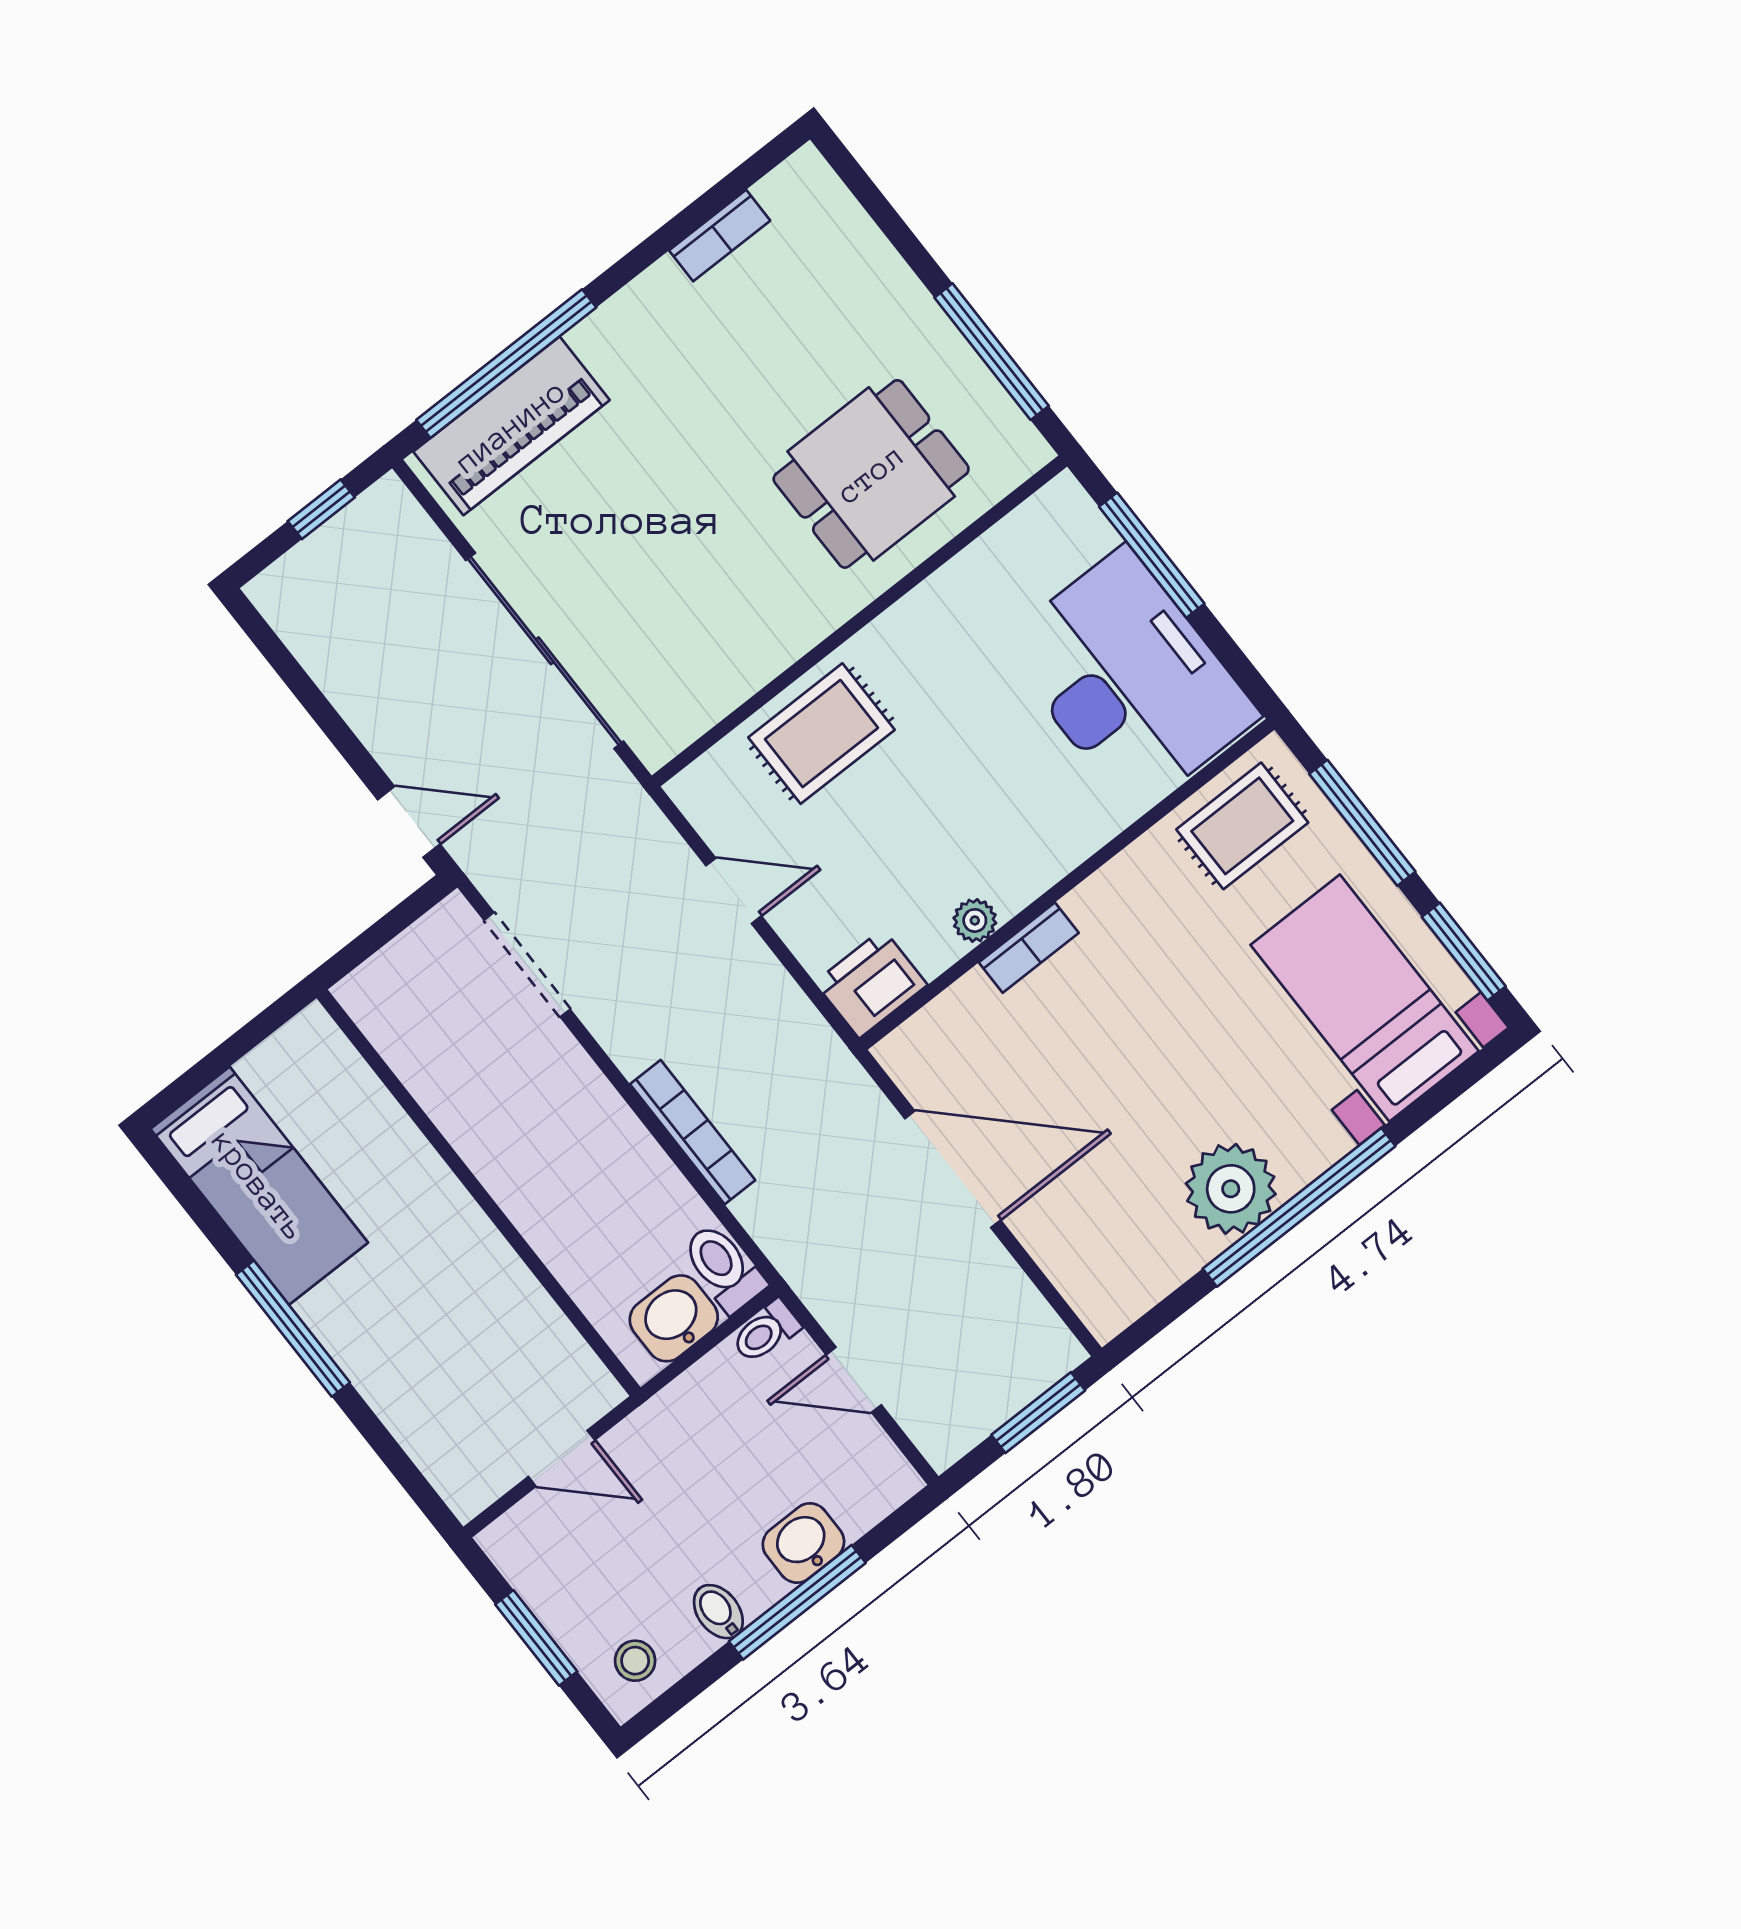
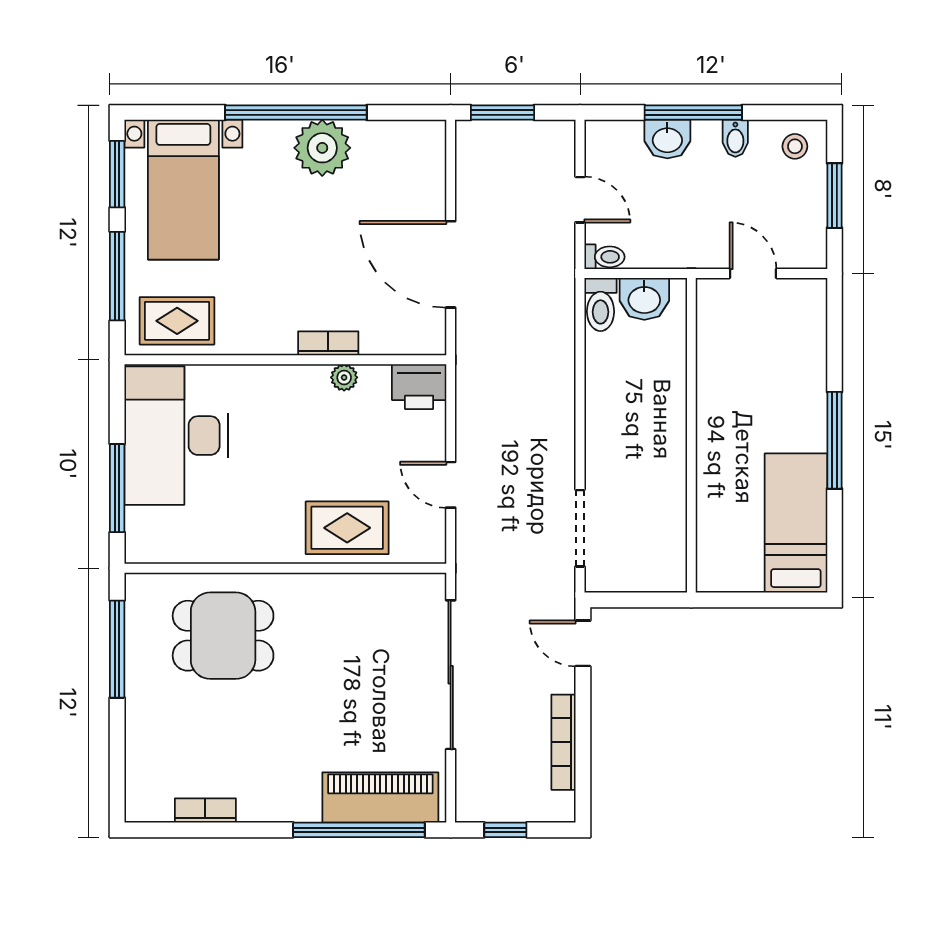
bookcase: (693, 1132) -> (563, 742), moved

